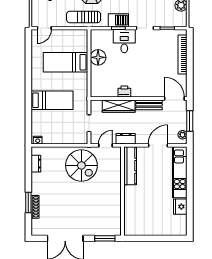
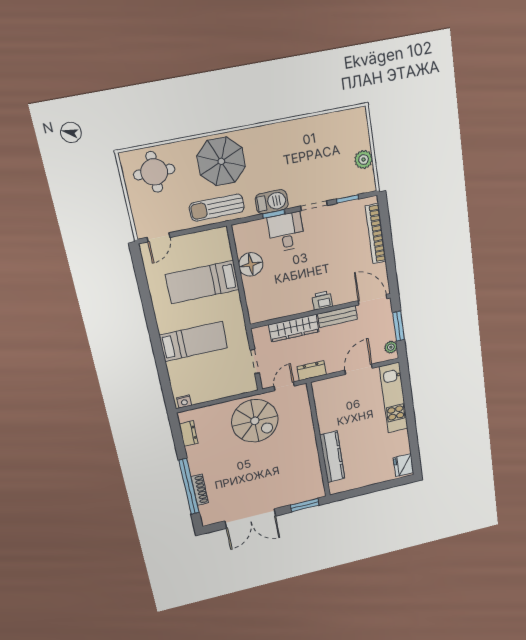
printer: (124, 91) -> (322, 300), moved
kitchen counter: (130, 166) -> (332, 457), moved
window: (28, 203) -> (189, 487), width x2.11
fridge: (180, 207) -> (403, 465), moved

